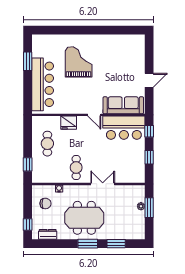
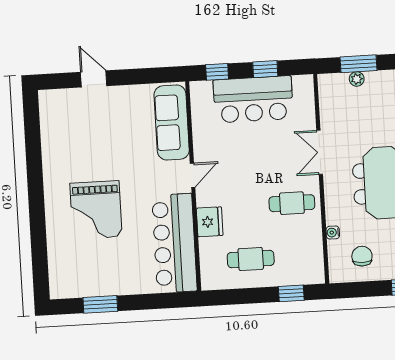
grand piano: (79, 62) -> (96, 210), turned -90
door: (149, 80) -> (94, 79), moved
bar counter: (43, 84) -> (174, 243), moved, turned -90
bar counter: (124, 128) -> (253, 99), moved, turned 90

